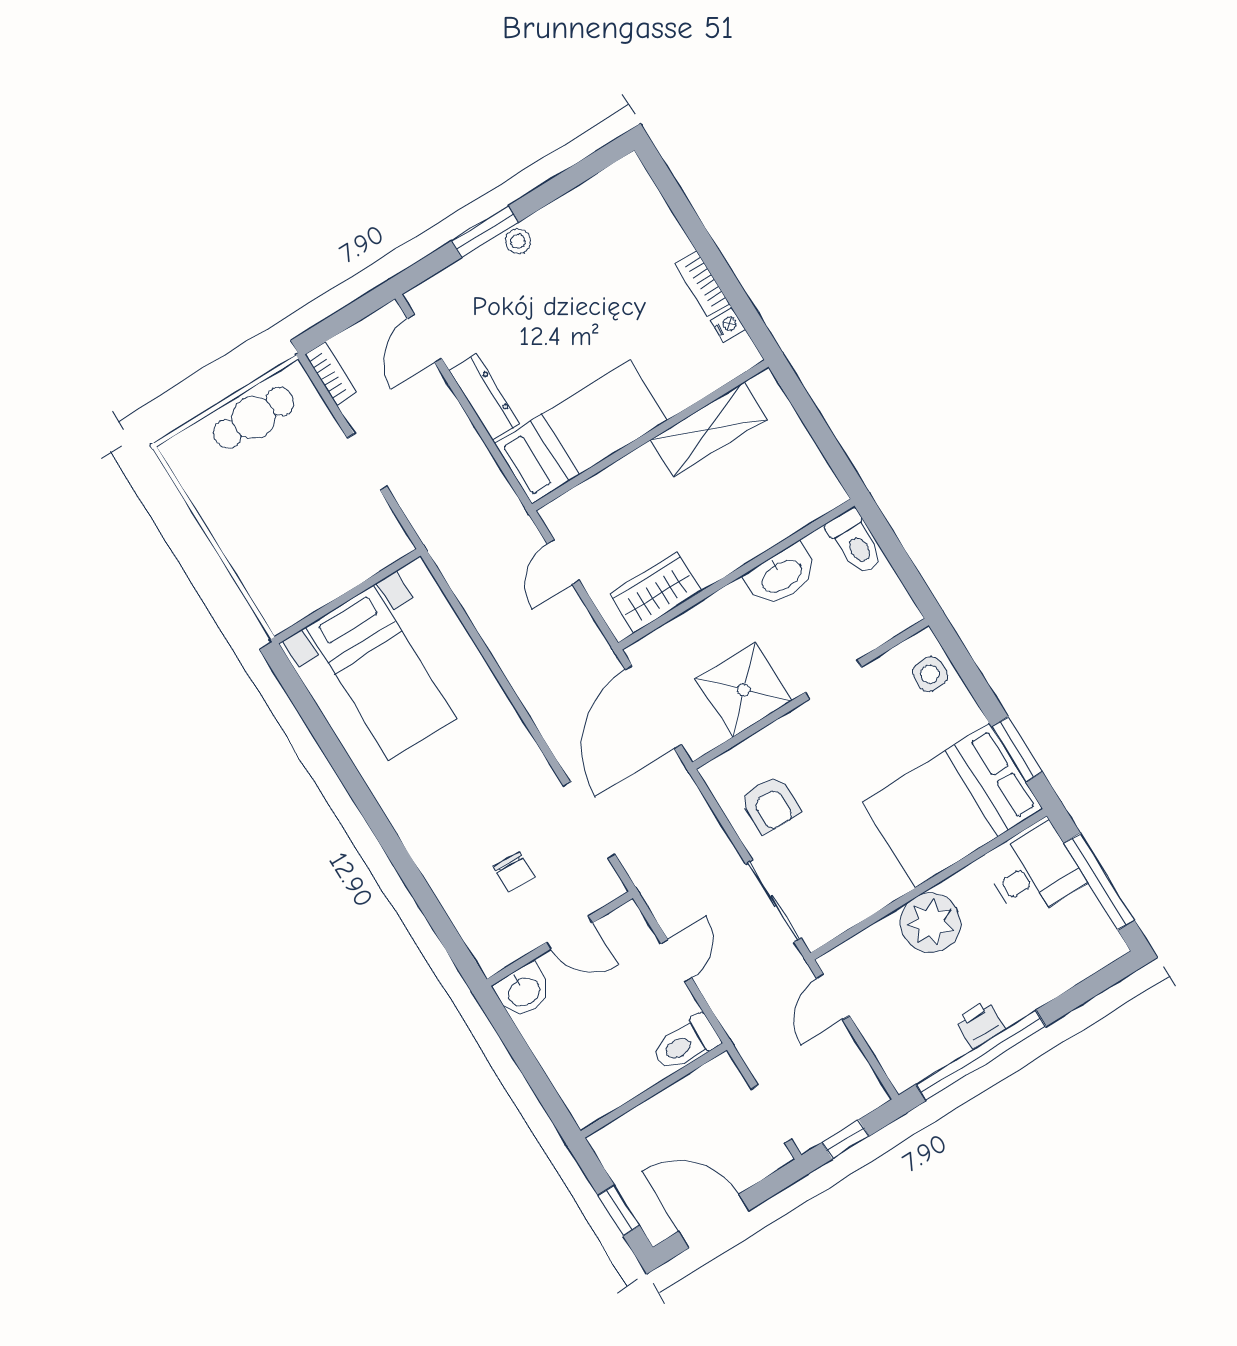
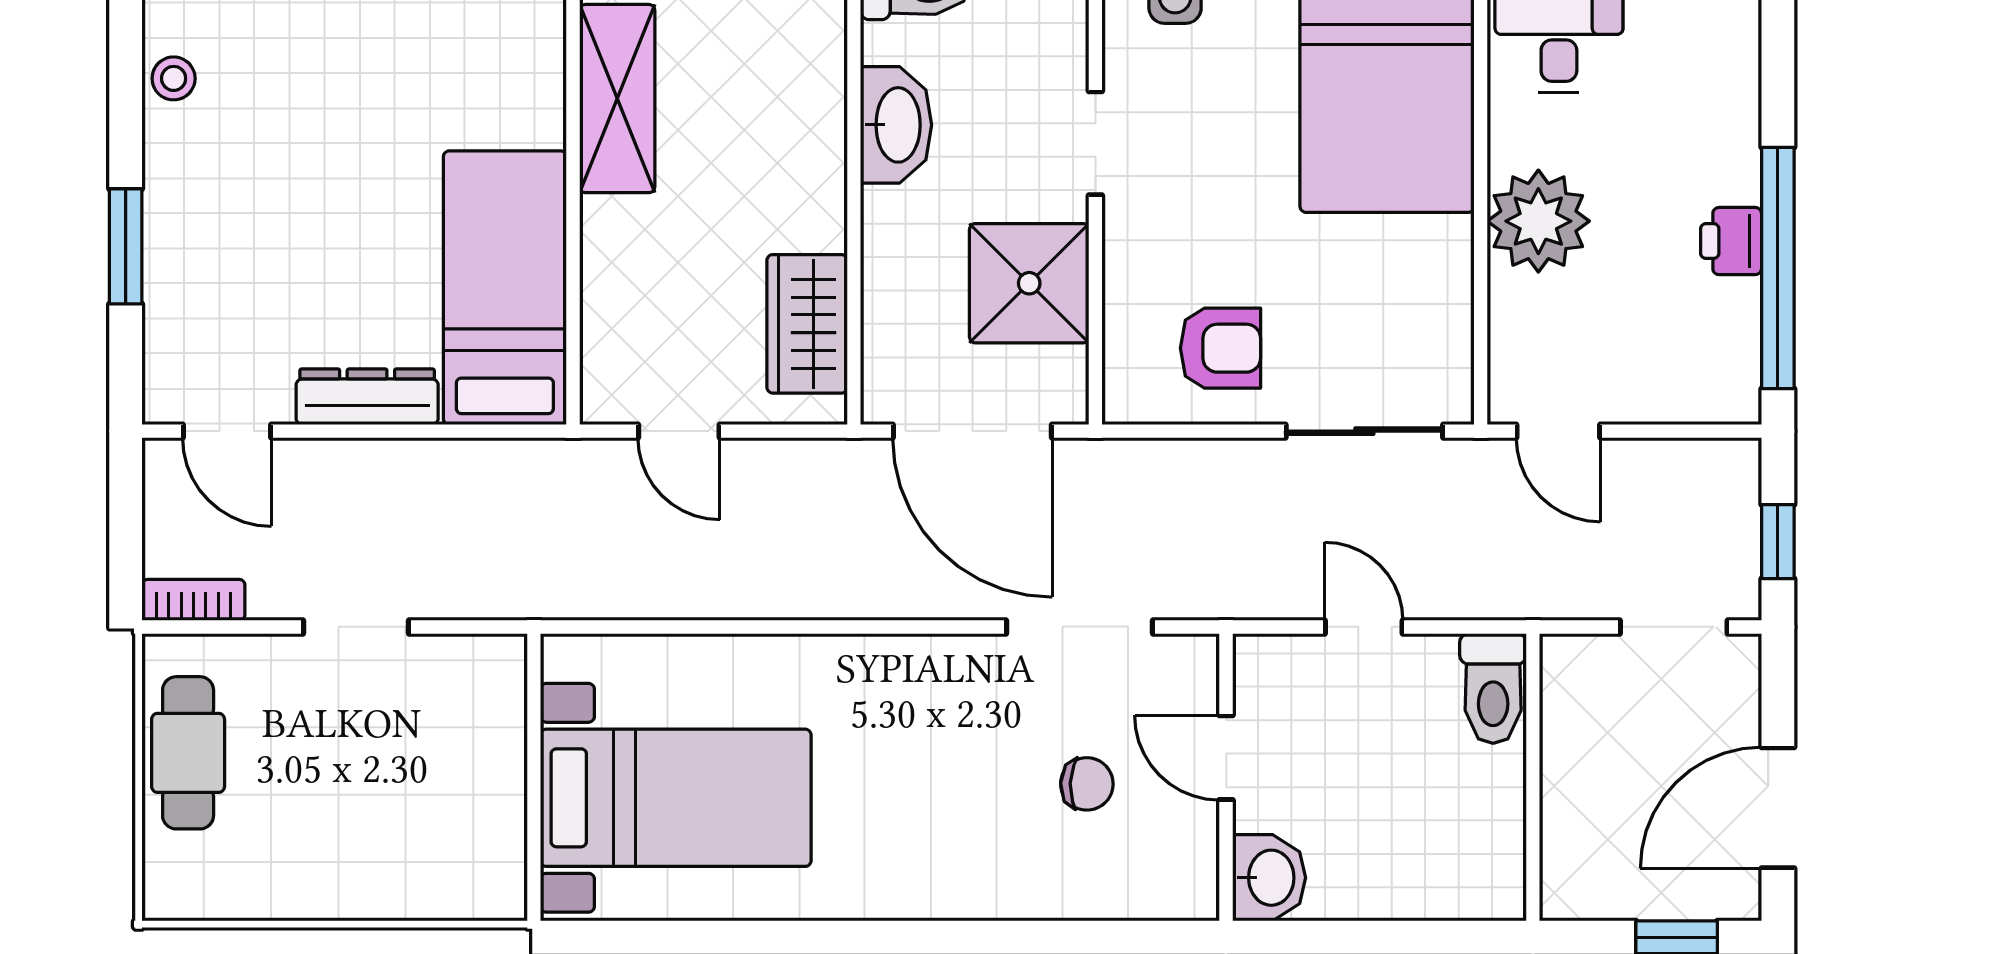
stool: (518, 241) -> (174, 78), moved
door: (569, 933) -> (1226, 758), swing flipped

